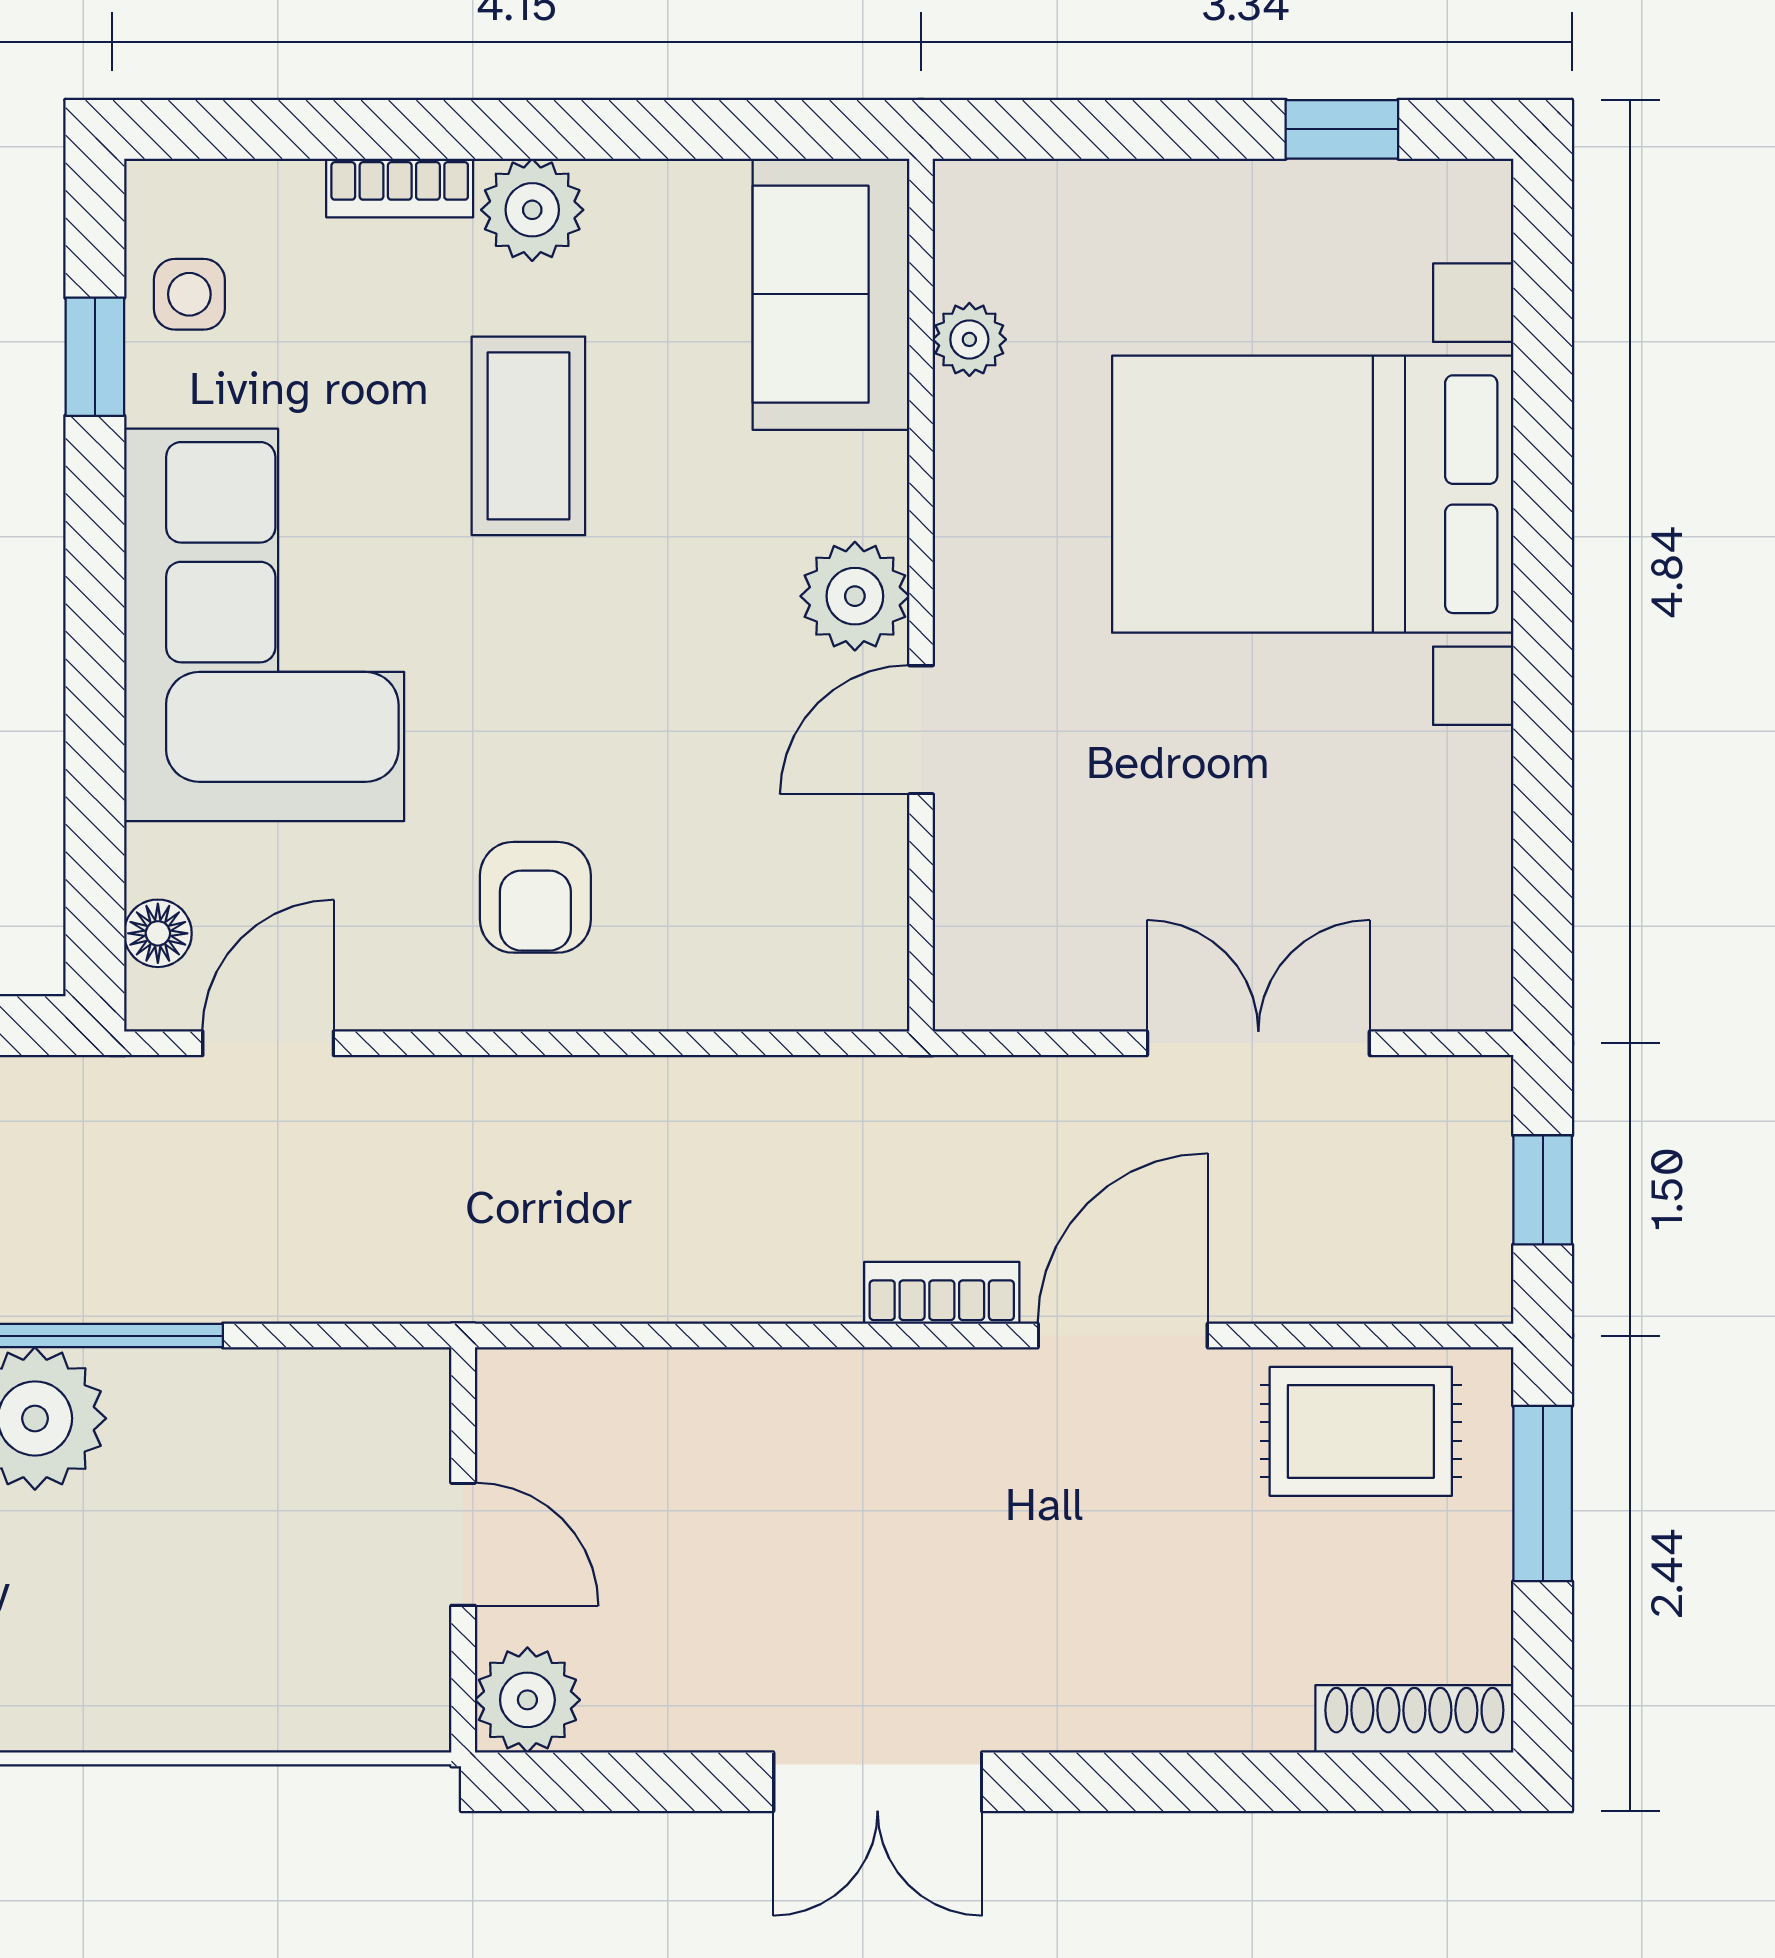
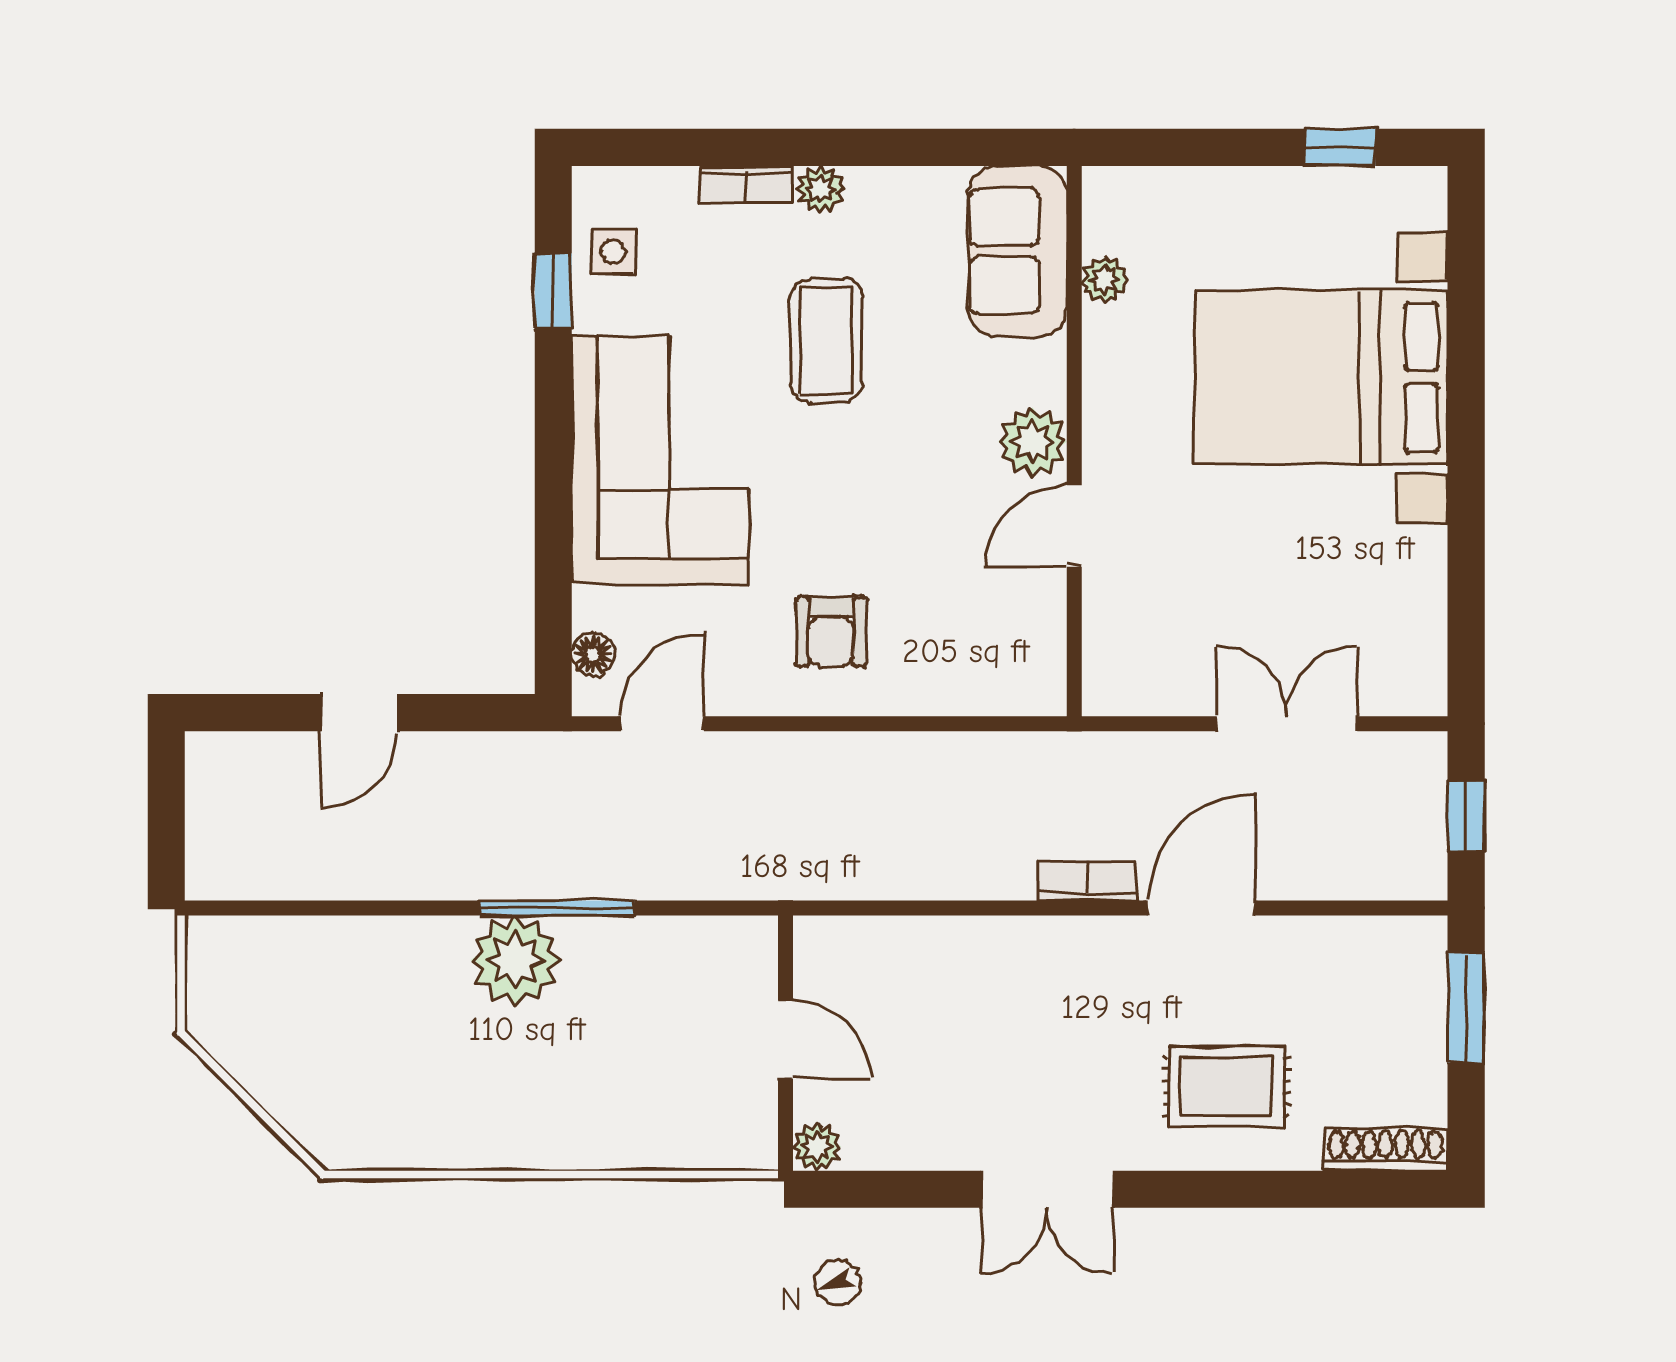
plant: (532, 210) -> (820, 189), width x0.73, depth x0.73
rug: (1361, 1431) -> (1226, 1086), moved
plant: (527, 1700) -> (817, 1147), width x0.73, depth x0.73

